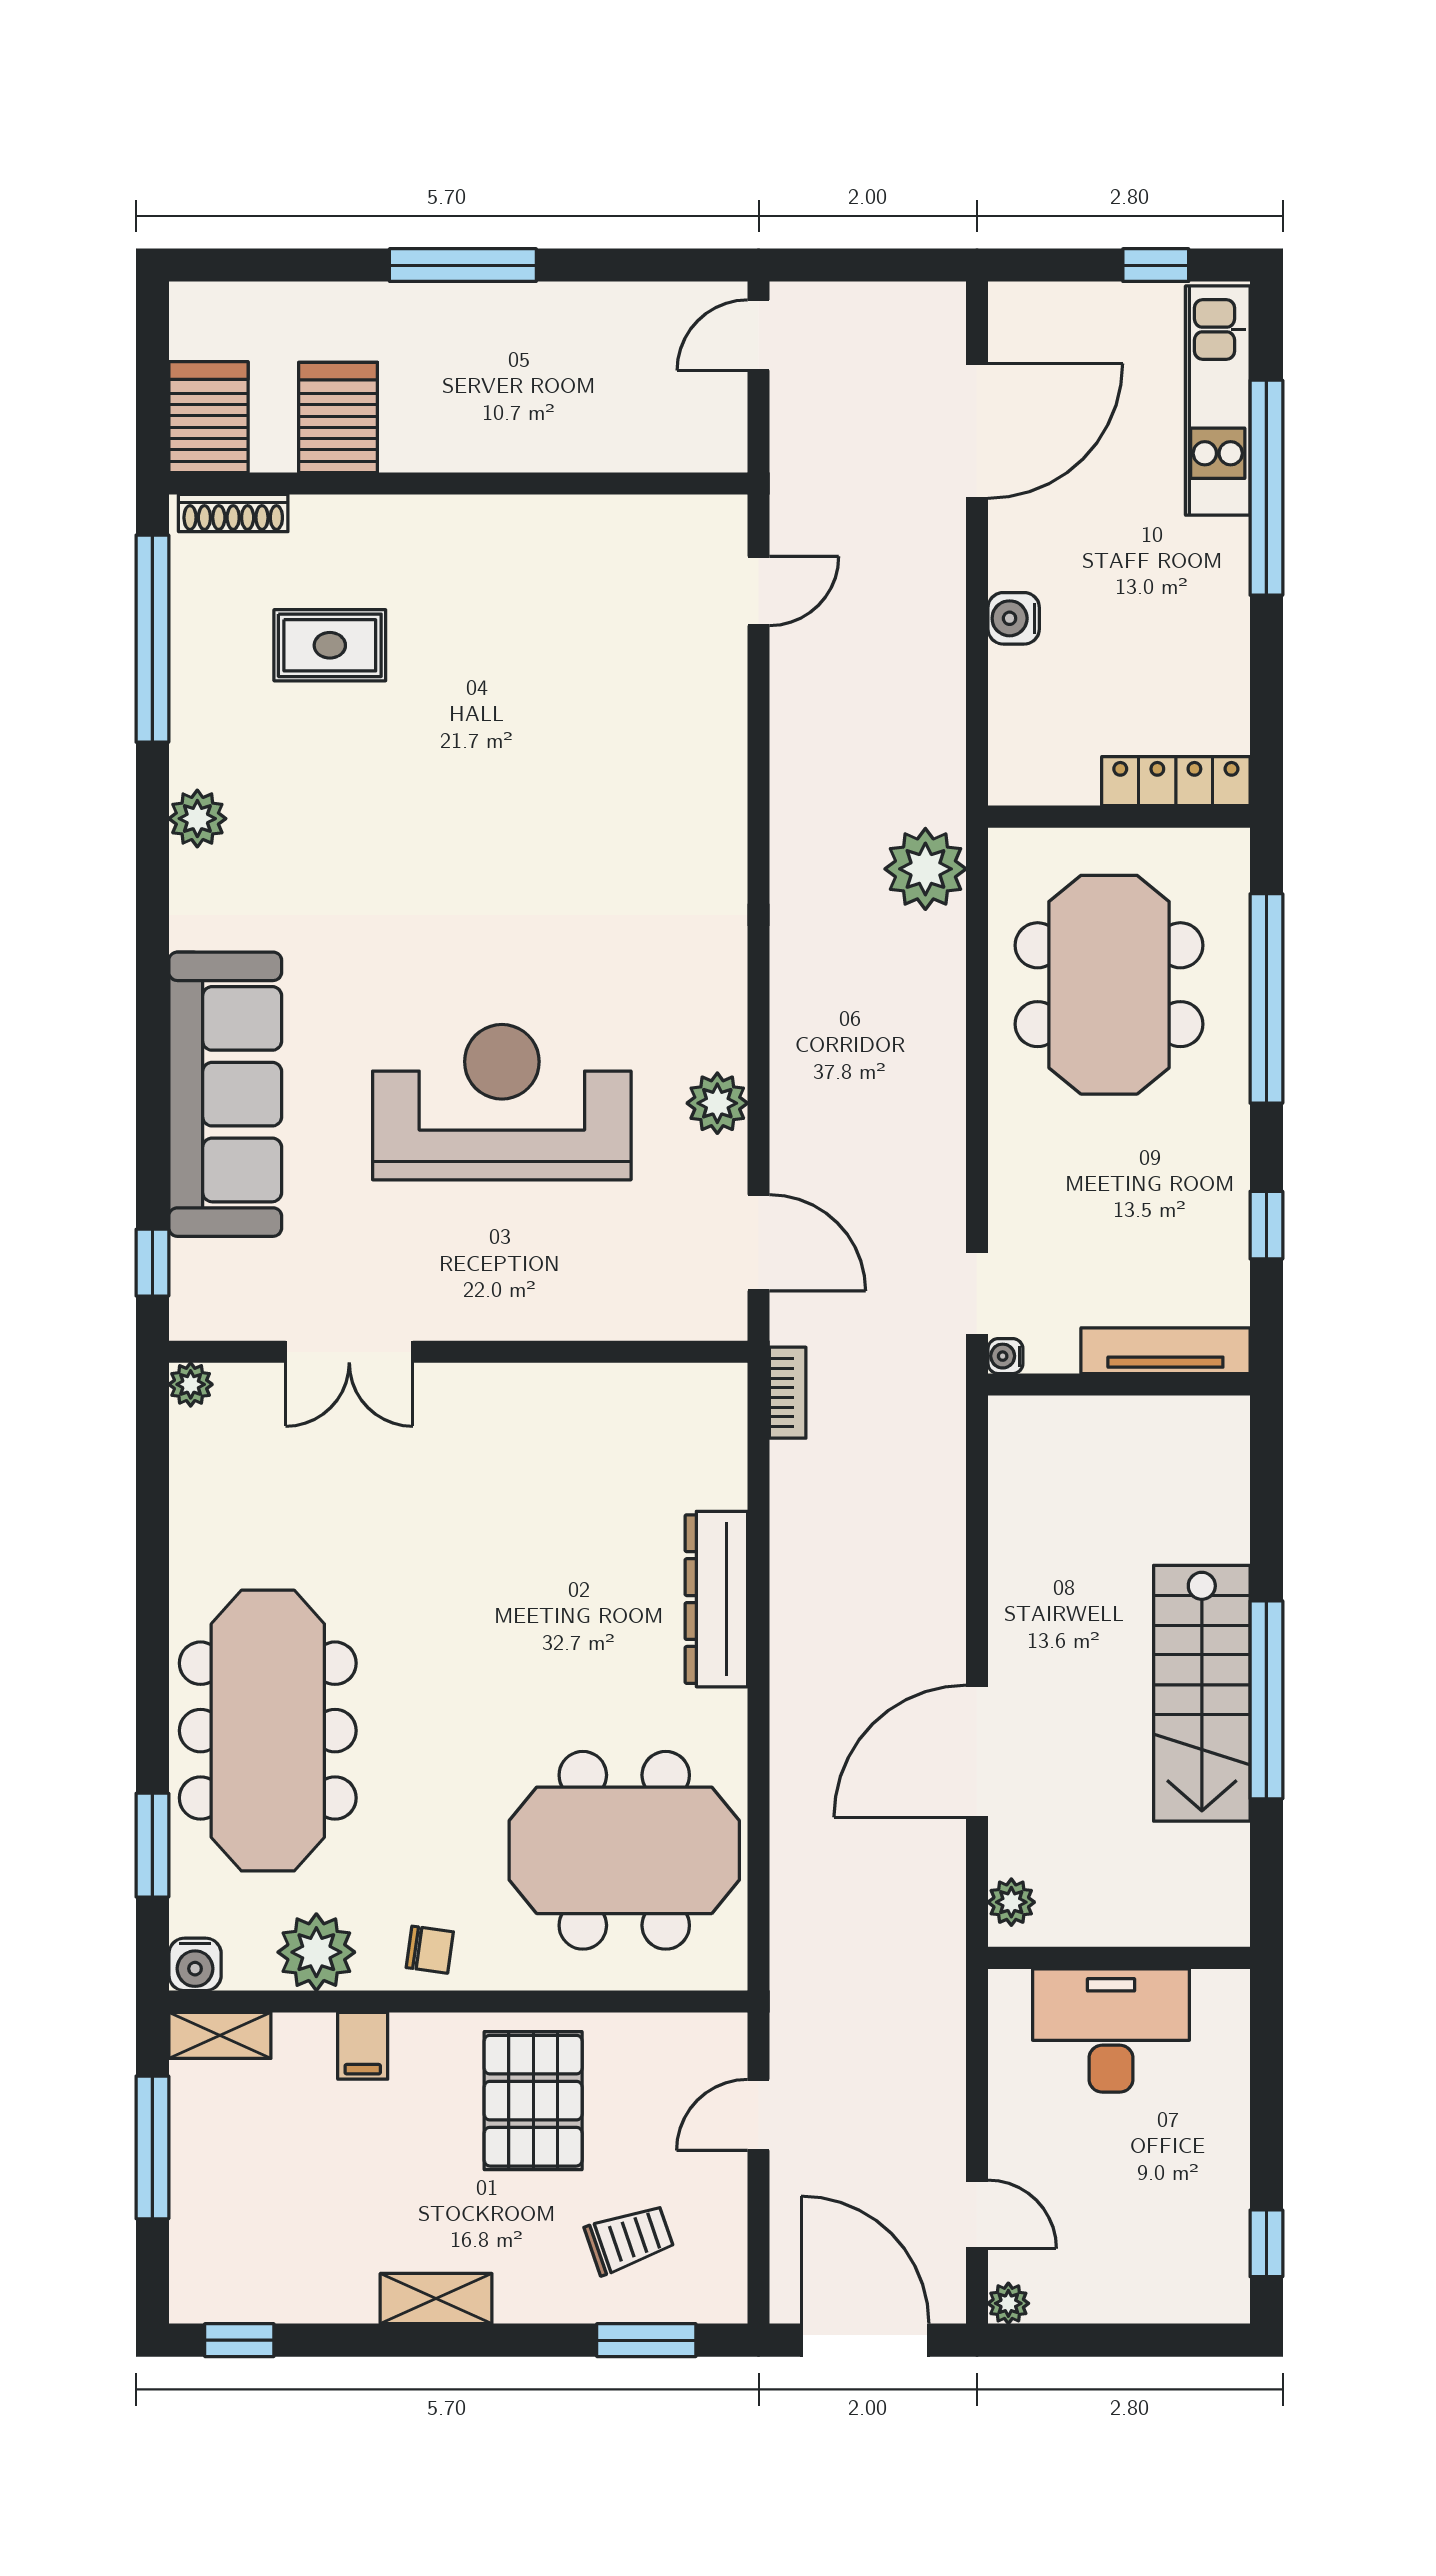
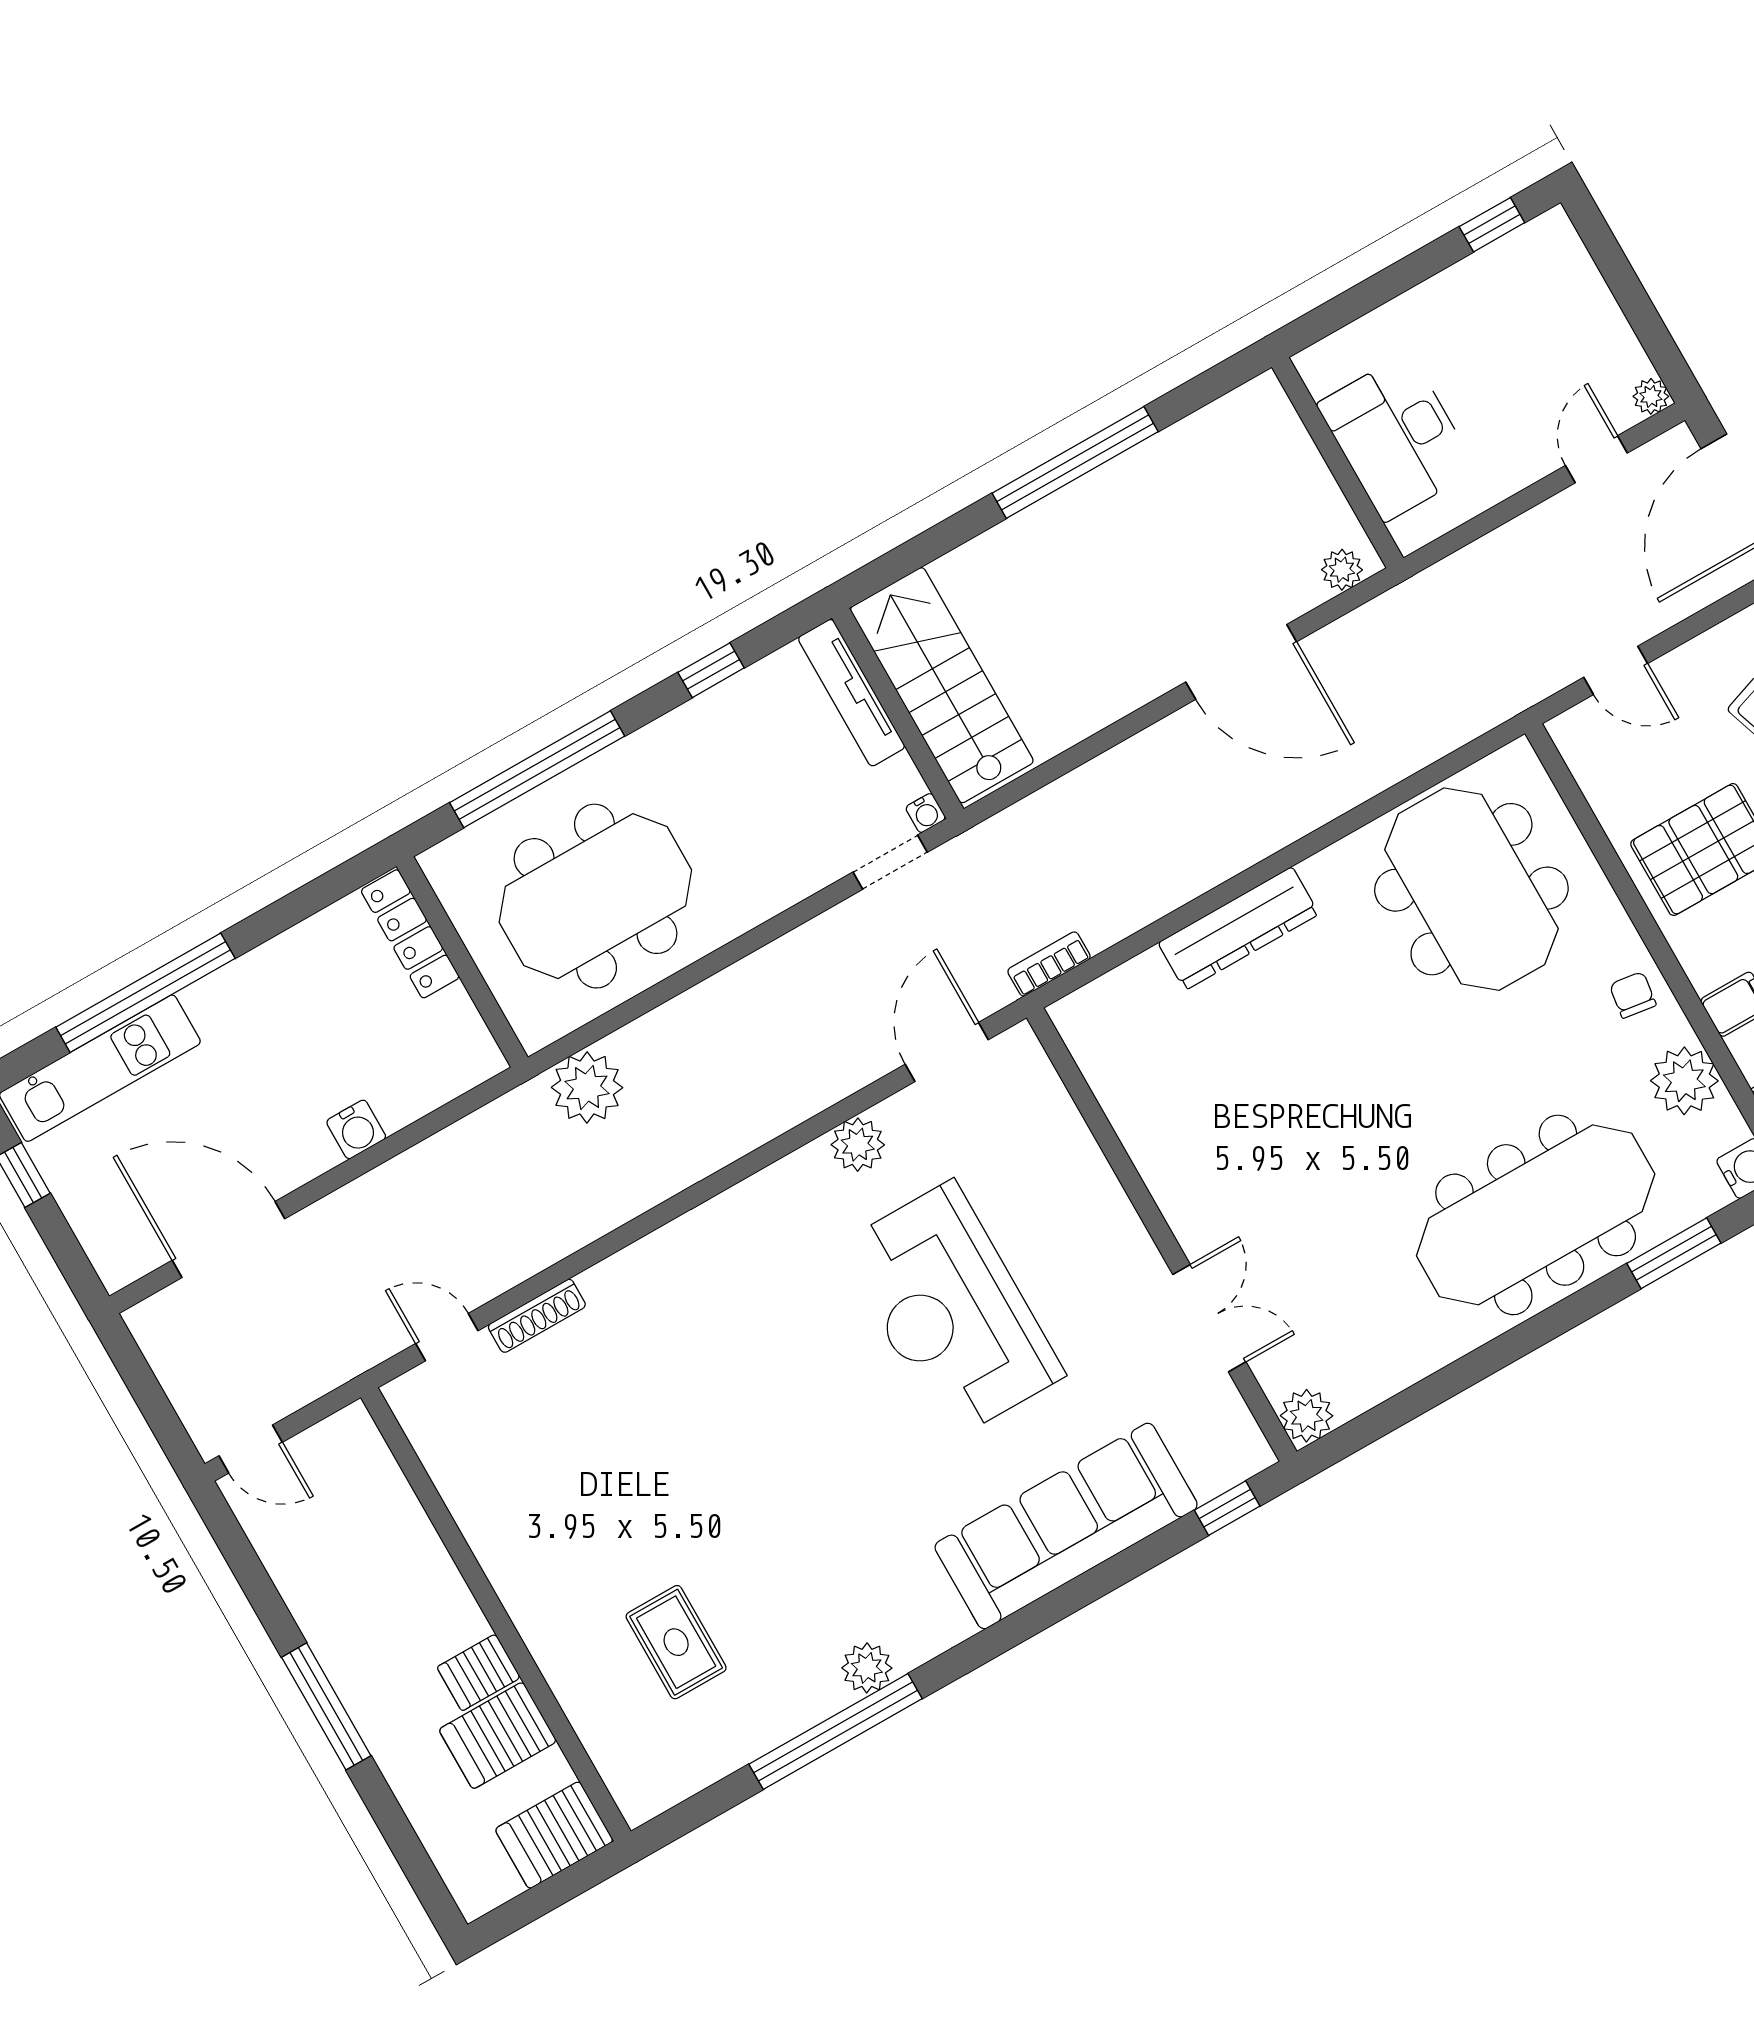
server rack: (411, 434) -> (479, 1672), added
shoe rack: (233, 513) -> (537, 1316), moved, turned 90
window: (152, 639) -> (836, 1731), moved
plant: (191, 1384) -> (1307, 1416), width x1.38, depth x1.38
stairs: (1202, 1693) -> (942, 685), moved, turned -90

